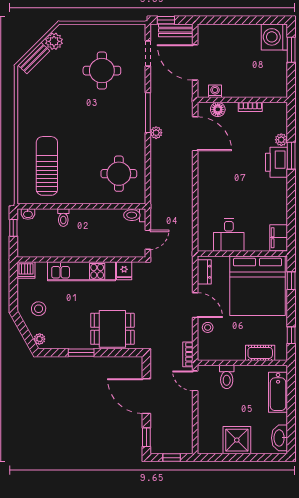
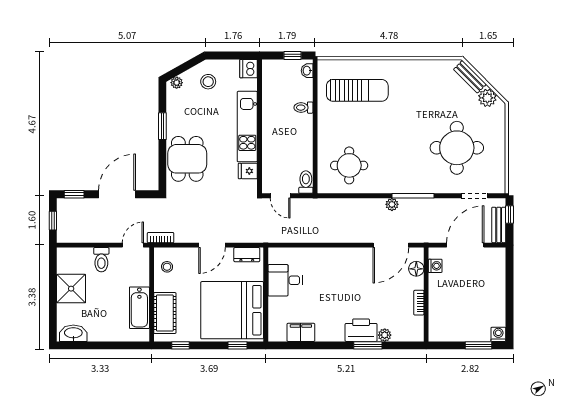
washing machine: (274, 37) -> (498, 334), width x0.53, depth x0.53
round table: (102, 71) -> (457, 148), width x1.36, depth x1.36
filing cabinet: (279, 238) -> (301, 332), moved
stool: (208, 327) -> (167, 267), moved
cot: (260, 353) -> (165, 313), width x1.37, depth x1.34
toilet: (227, 377) -> (101, 260), moved, turned -90
bathtub: (278, 392) -> (139, 308), moved, turned -90

